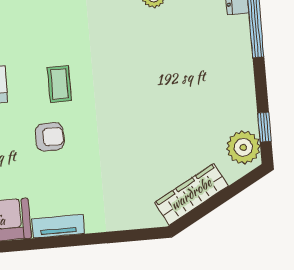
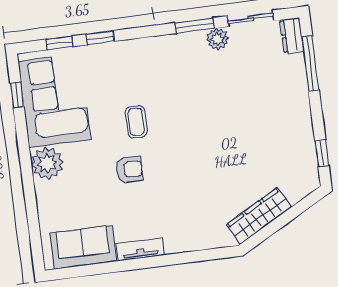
plant: (243, 147) -> (304, 172), removed

